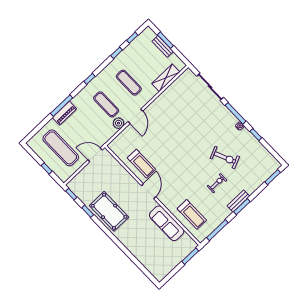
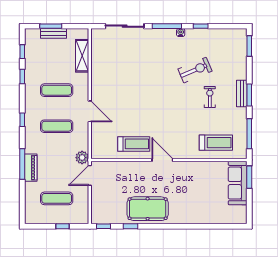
plant: (118, 123) -> (82, 158), moved
exercise mat: (61, 148) -> (57, 198), width x0.73, depth x0.69
sofa: (167, 223) -> (238, 183), moved, turned 90

